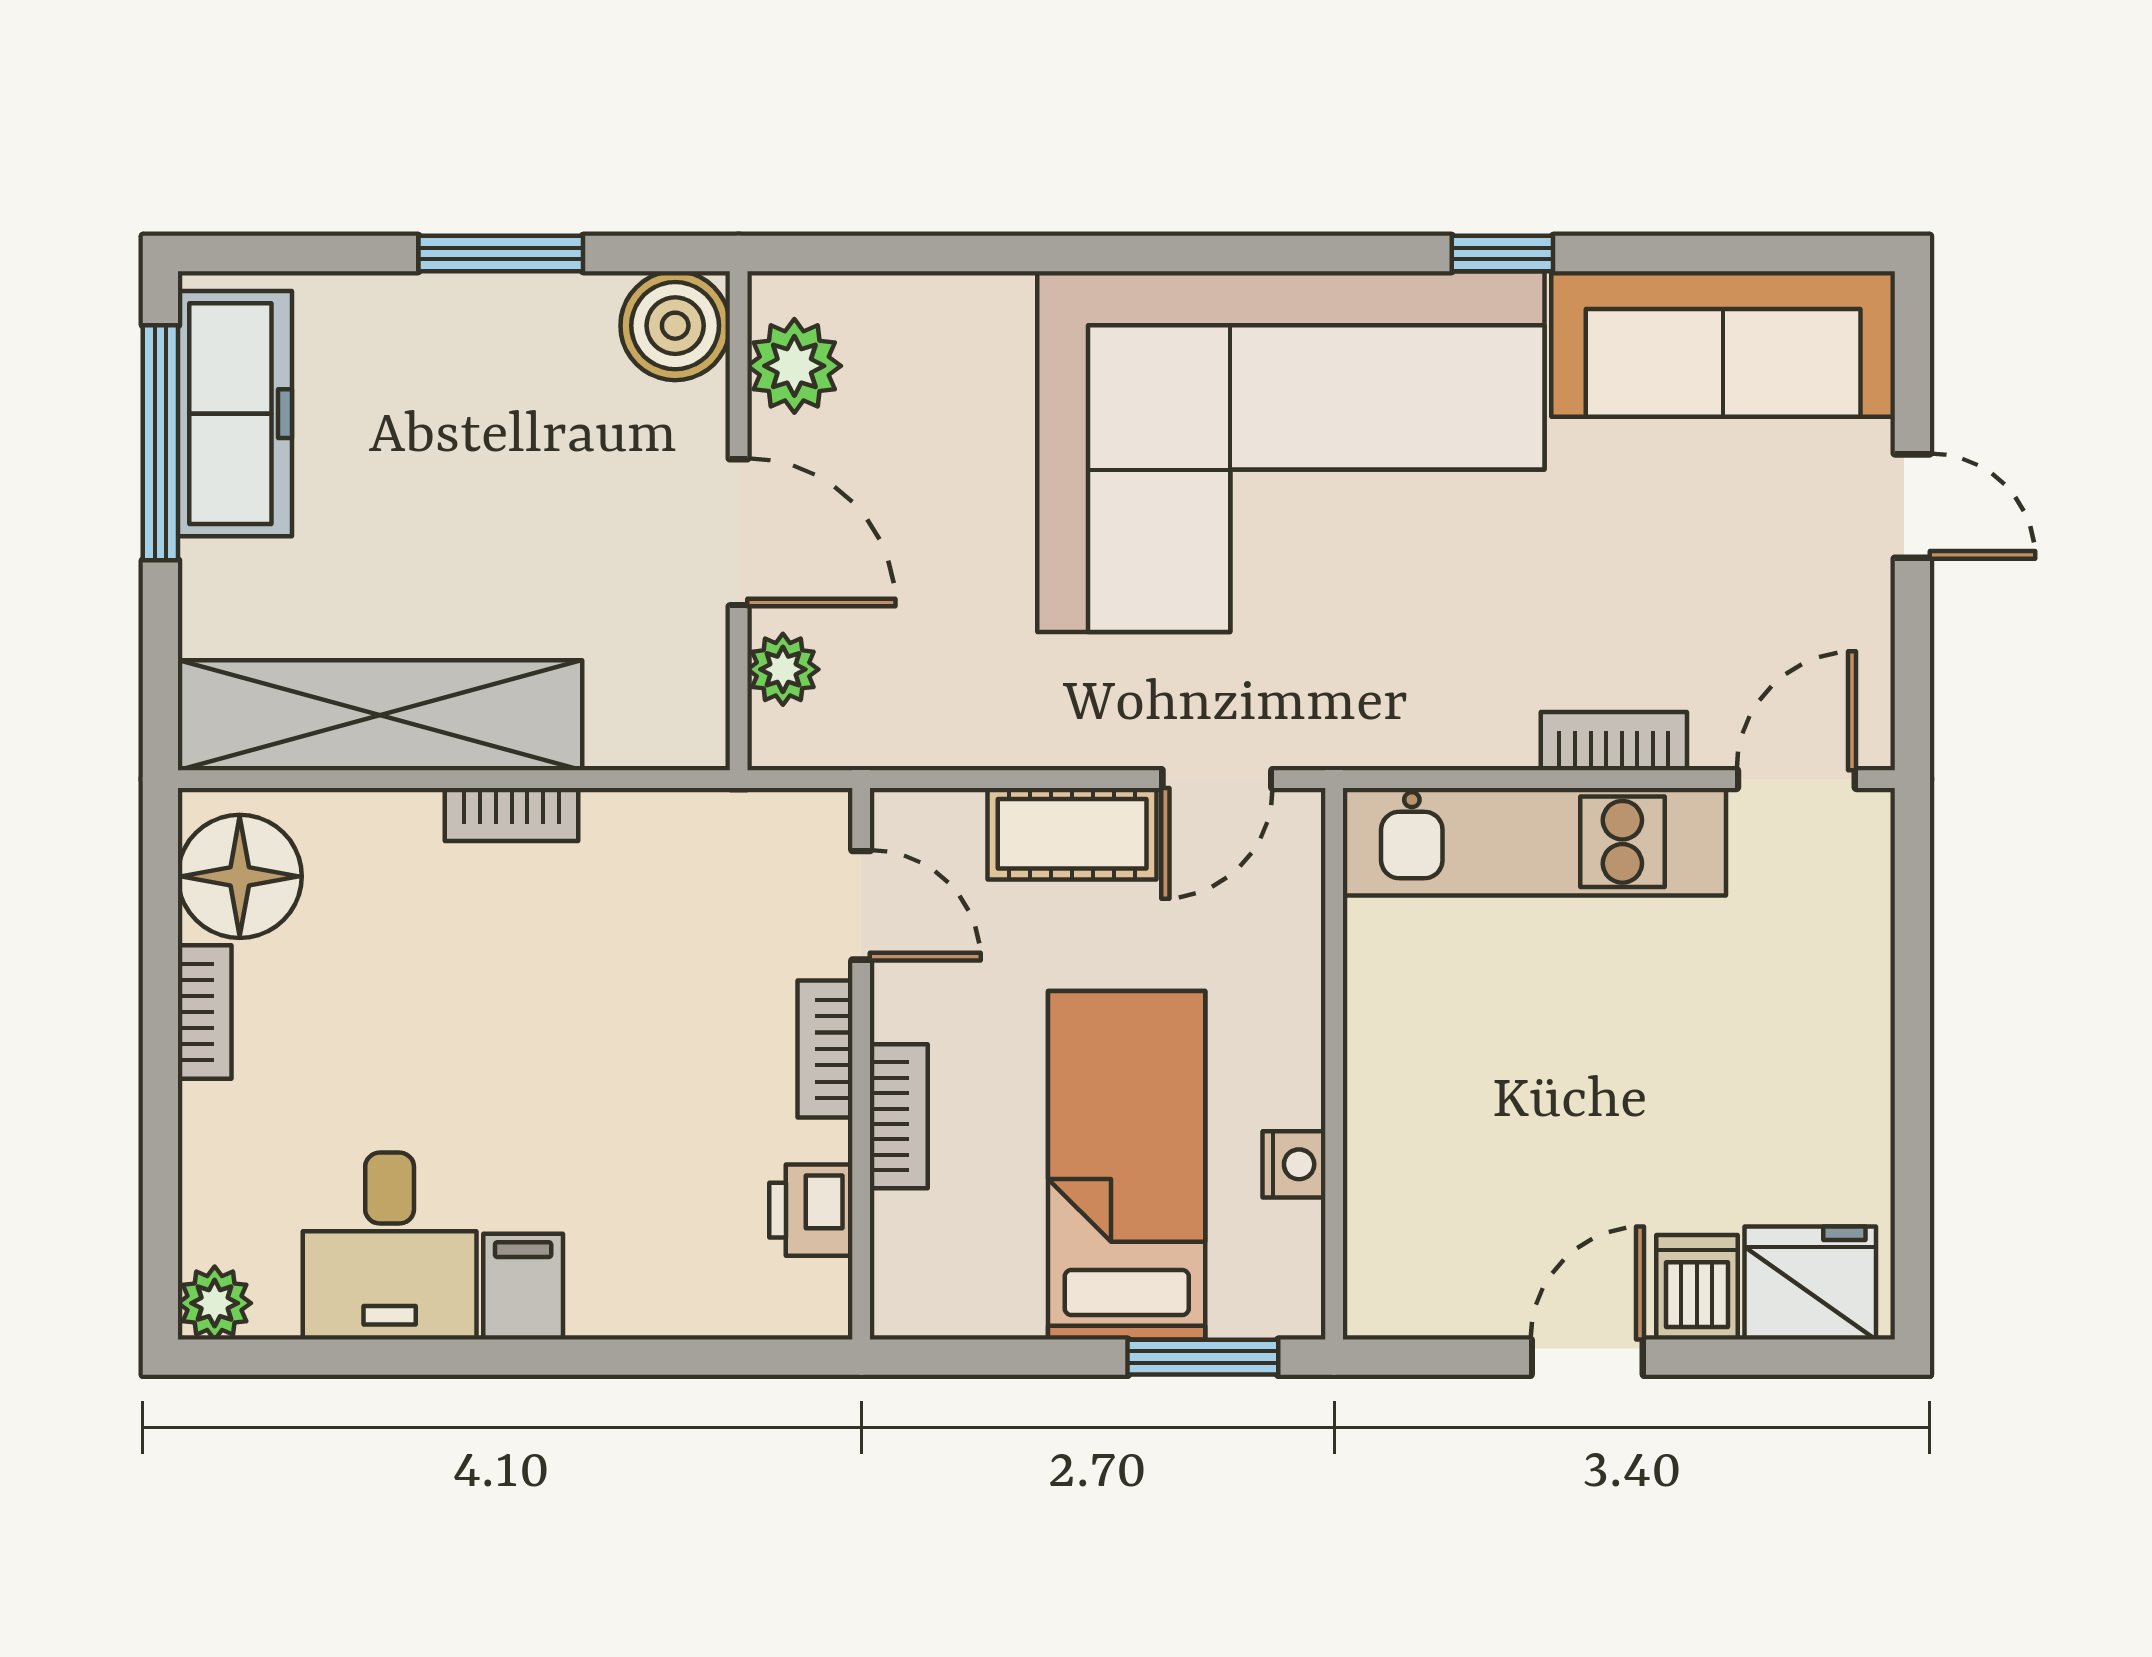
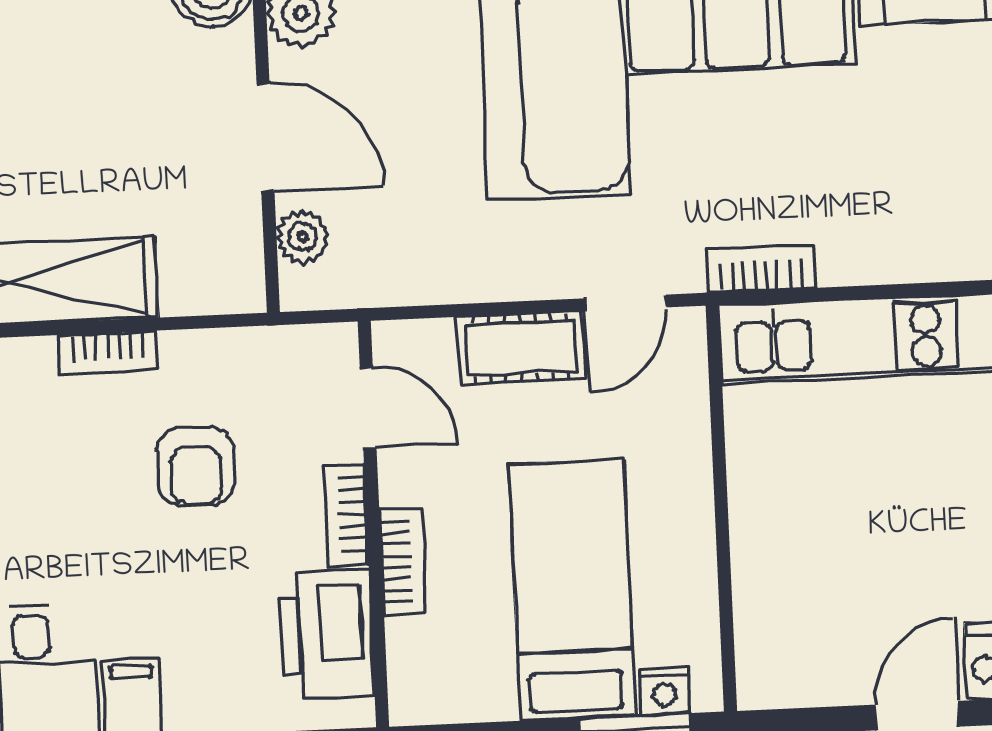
bookcase: (1614, 741) -> (761, 269), moved
armchair: (624, 974) -> (196, 466), added
nightstand: (1294, 1164) -> (664, 691), moved, turned 90
printer: (811, 1210) -> (327, 634), width x1.87, depth x1.48

